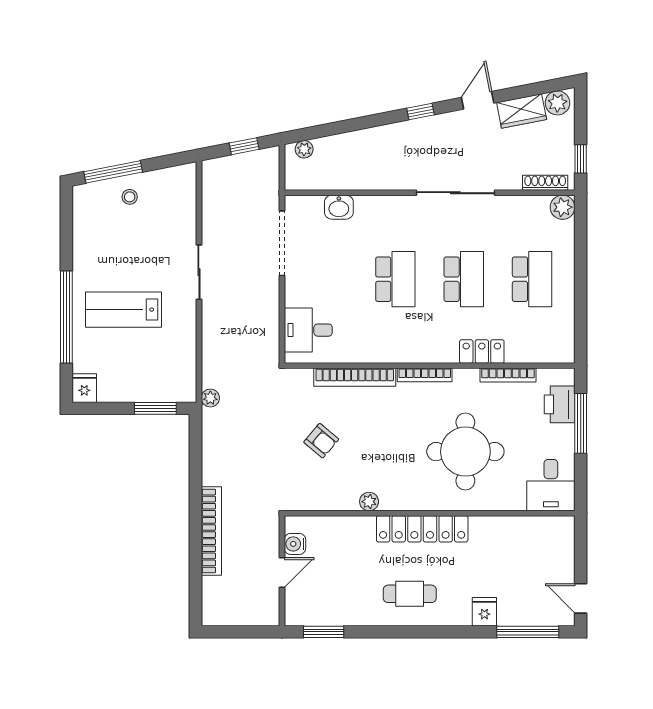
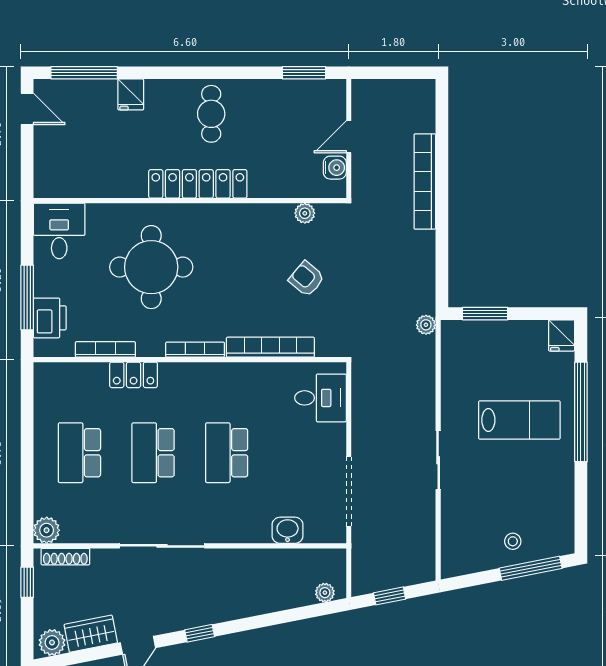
plant: (369, 502) -> (305, 213), moved
cafe table: (410, 594) -> (211, 114), turned 90

